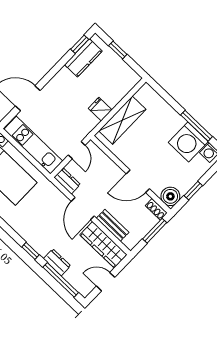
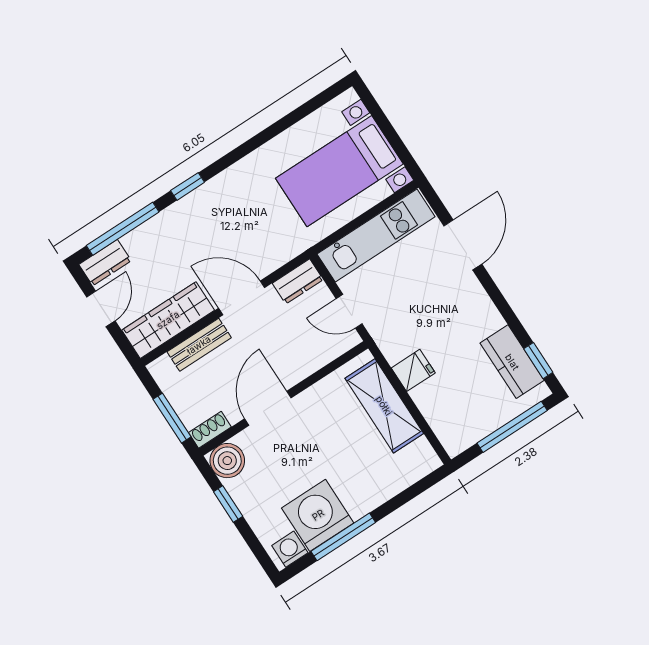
window: (118, 50) -> (512, 427), width x2.17
dresser: (57, 262) -> (105, 263), moved

